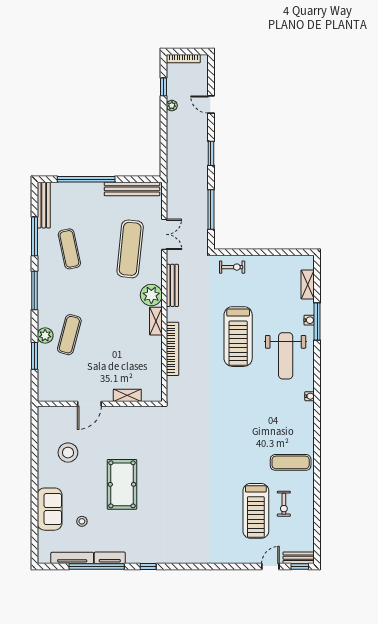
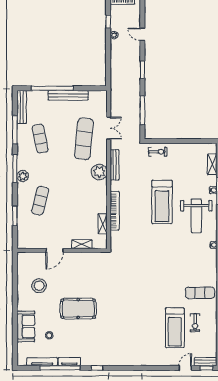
bench: (132, 189) -> (68, 95), moved
shelving: (156, 321) -> (103, 224), moved
plant: (45, 335) -> (23, 176), moved
pool table: (122, 484) -> (78, 309), turned 90

